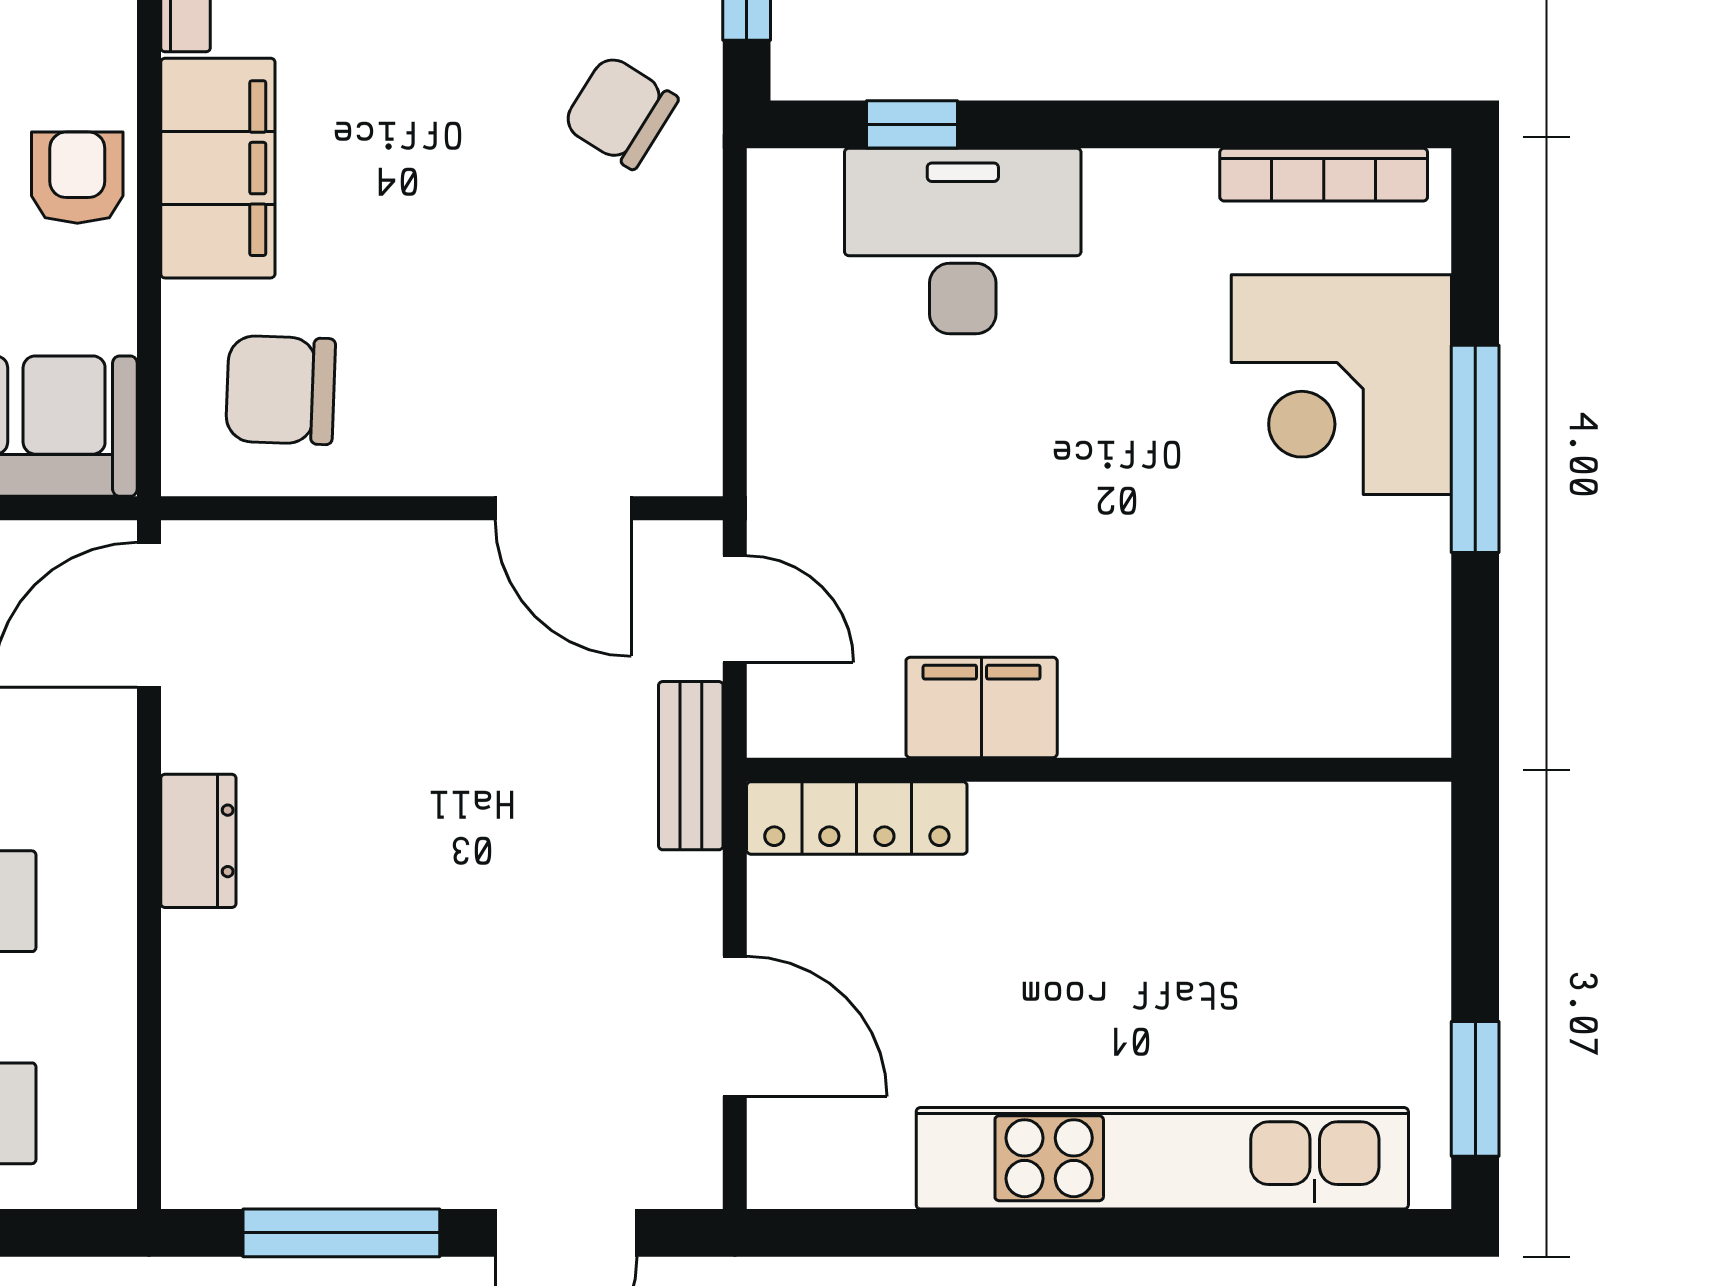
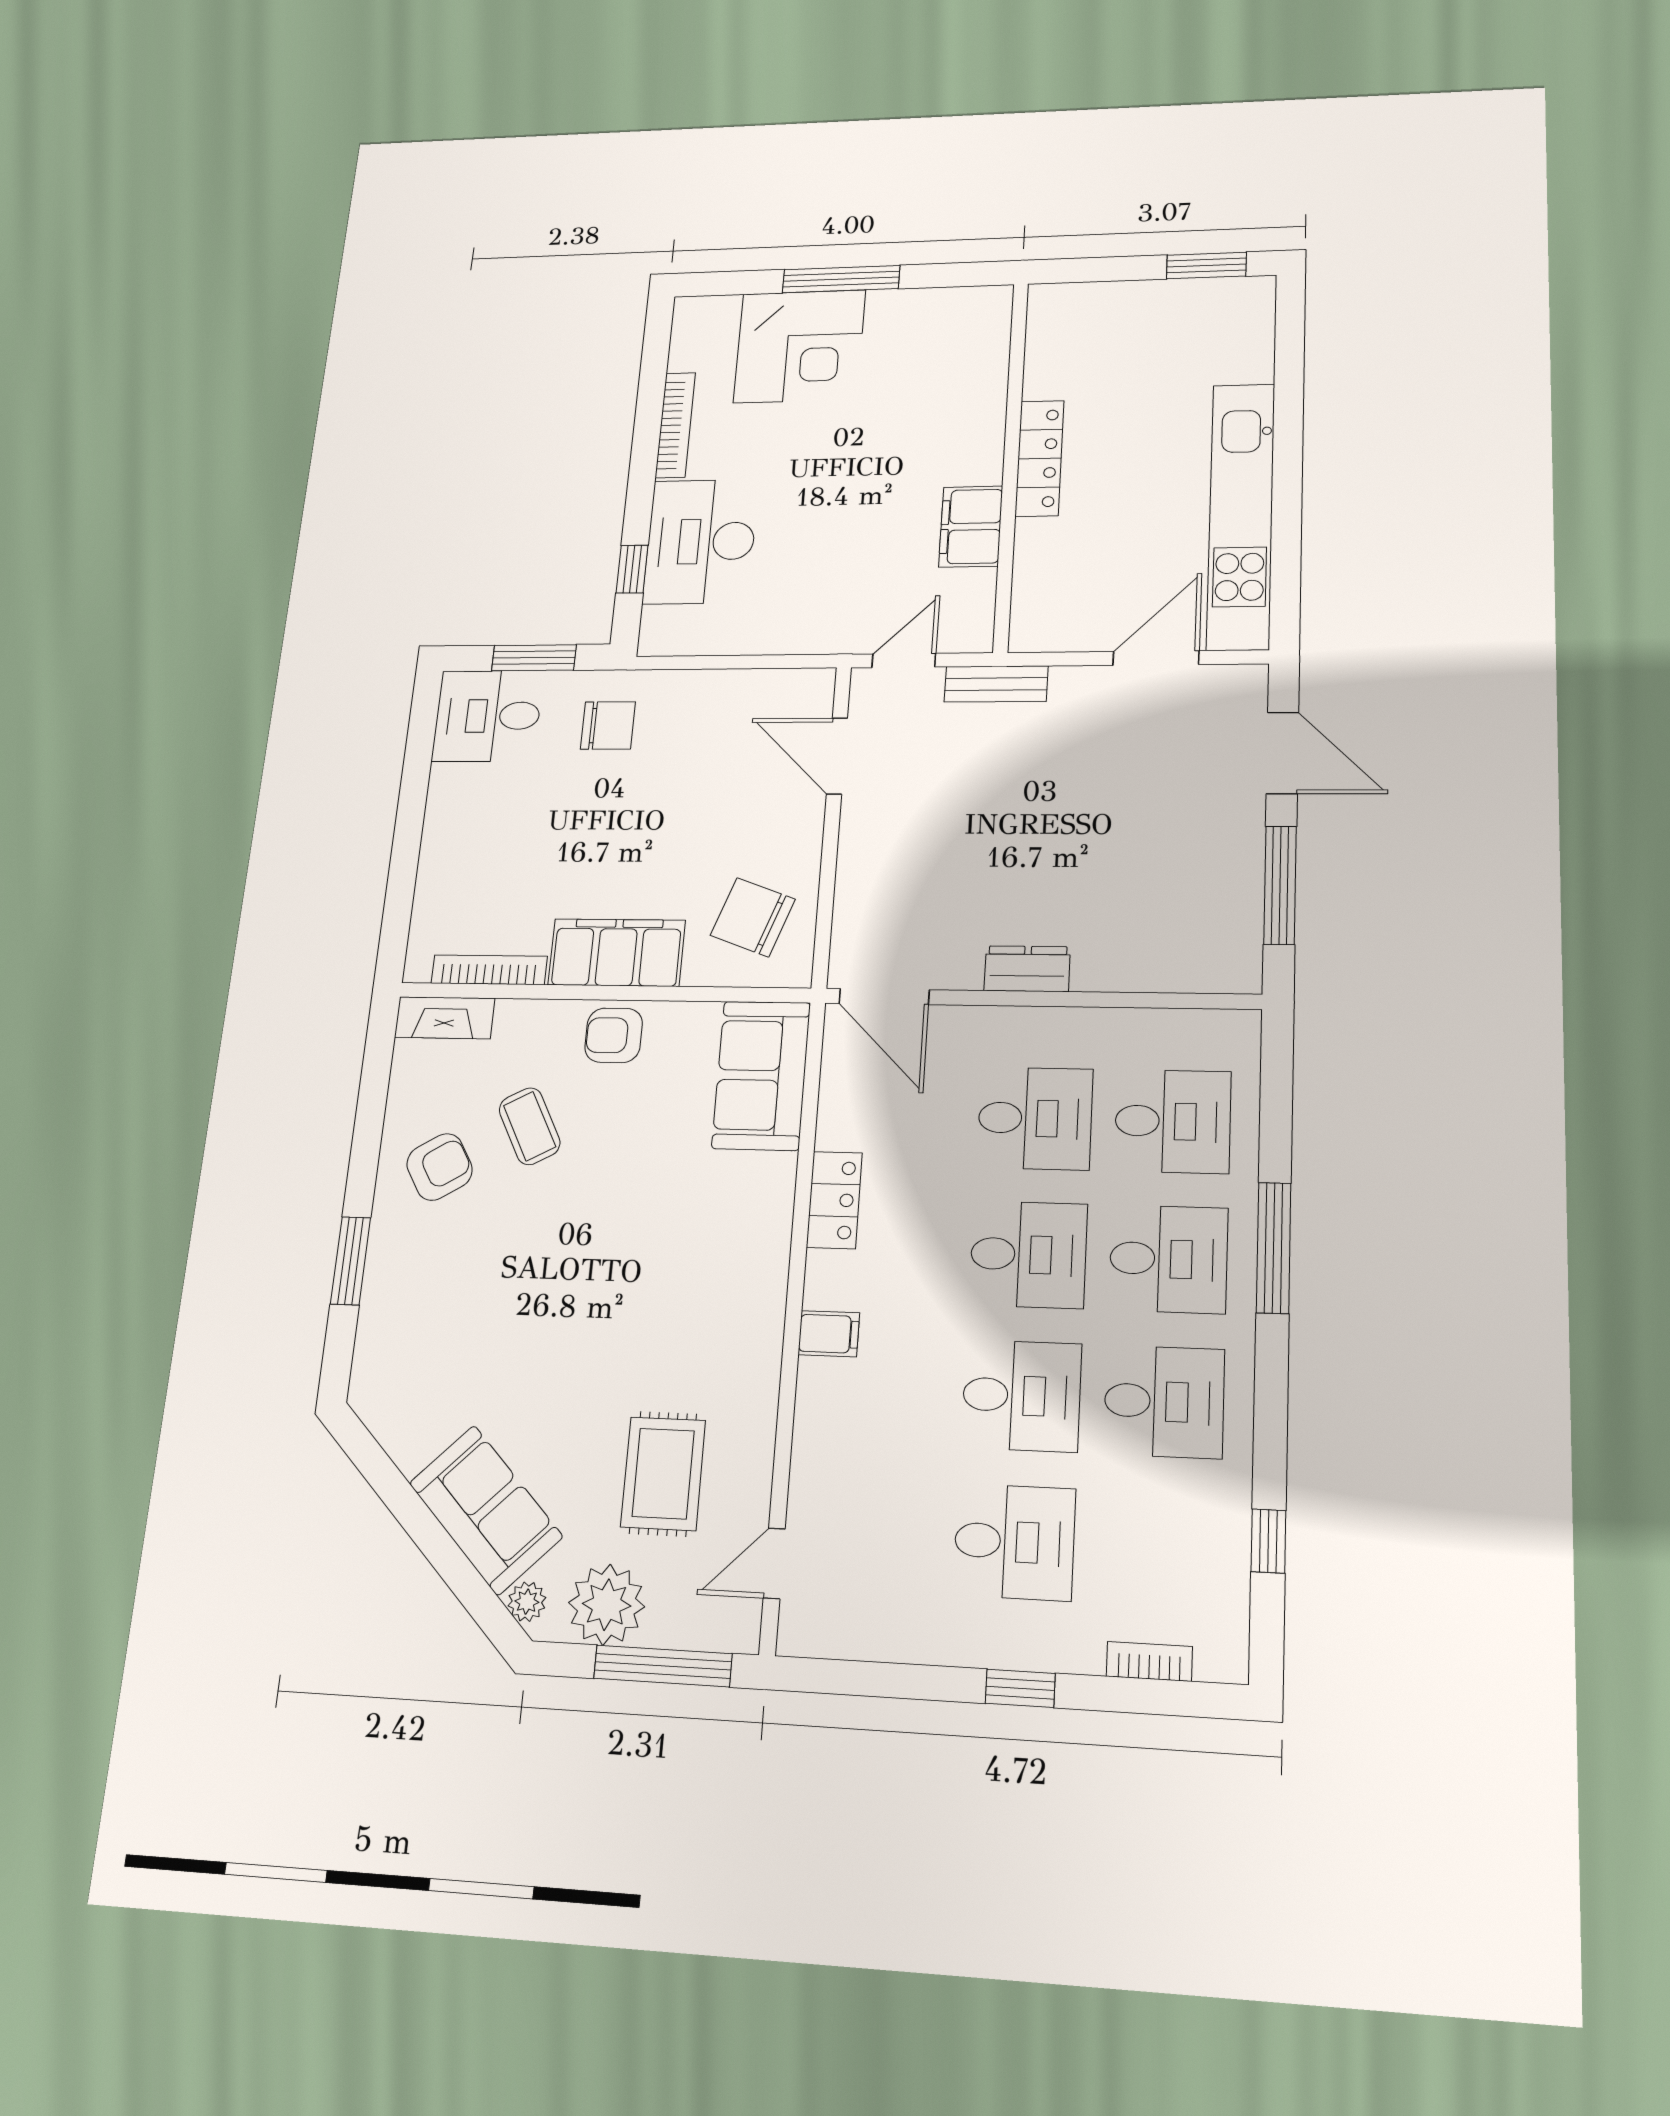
chair: (620, 112) -> (608, 725), turned -122
bookcase: (1324, 175) -> (675, 425), moved
chair: (281, 390) -> (753, 917), turned 108
door: (563, 508) -> (837, 756), swing flipped
locker: (857, 818) -> (1040, 458), moved
kitchen unit: (1162, 1158) -> (1241, 515), moved

